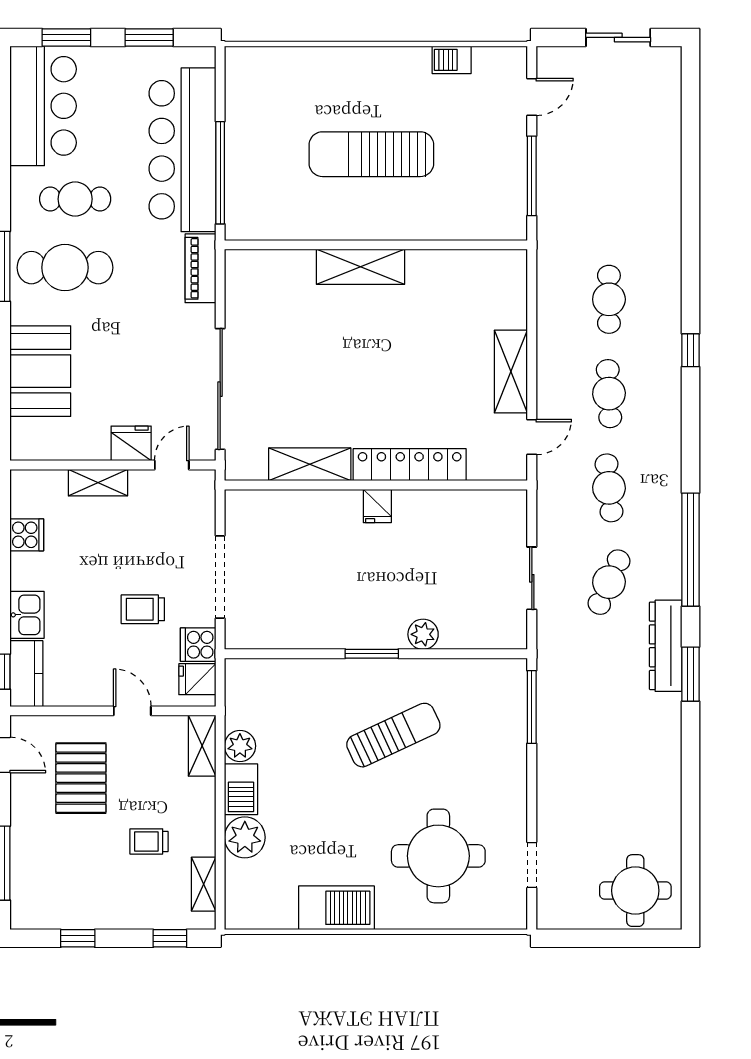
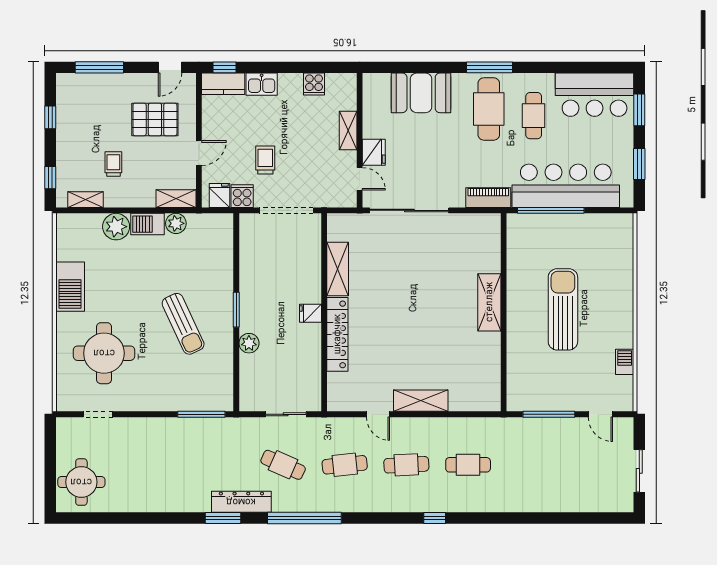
shelving: (310, 464) -> (338, 269), moved
locker: (410, 465) -> (337, 334), moved
wall: (376, 485) -> (324, 312), moved
fridge: (377, 506) -> (310, 313), moved

